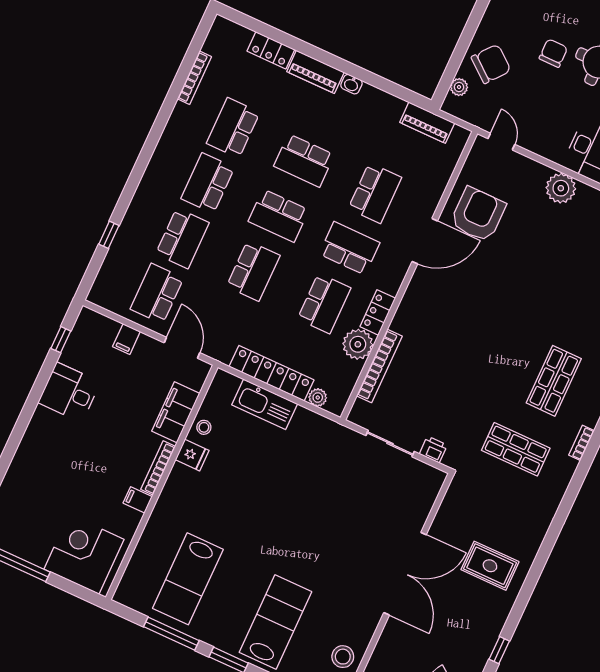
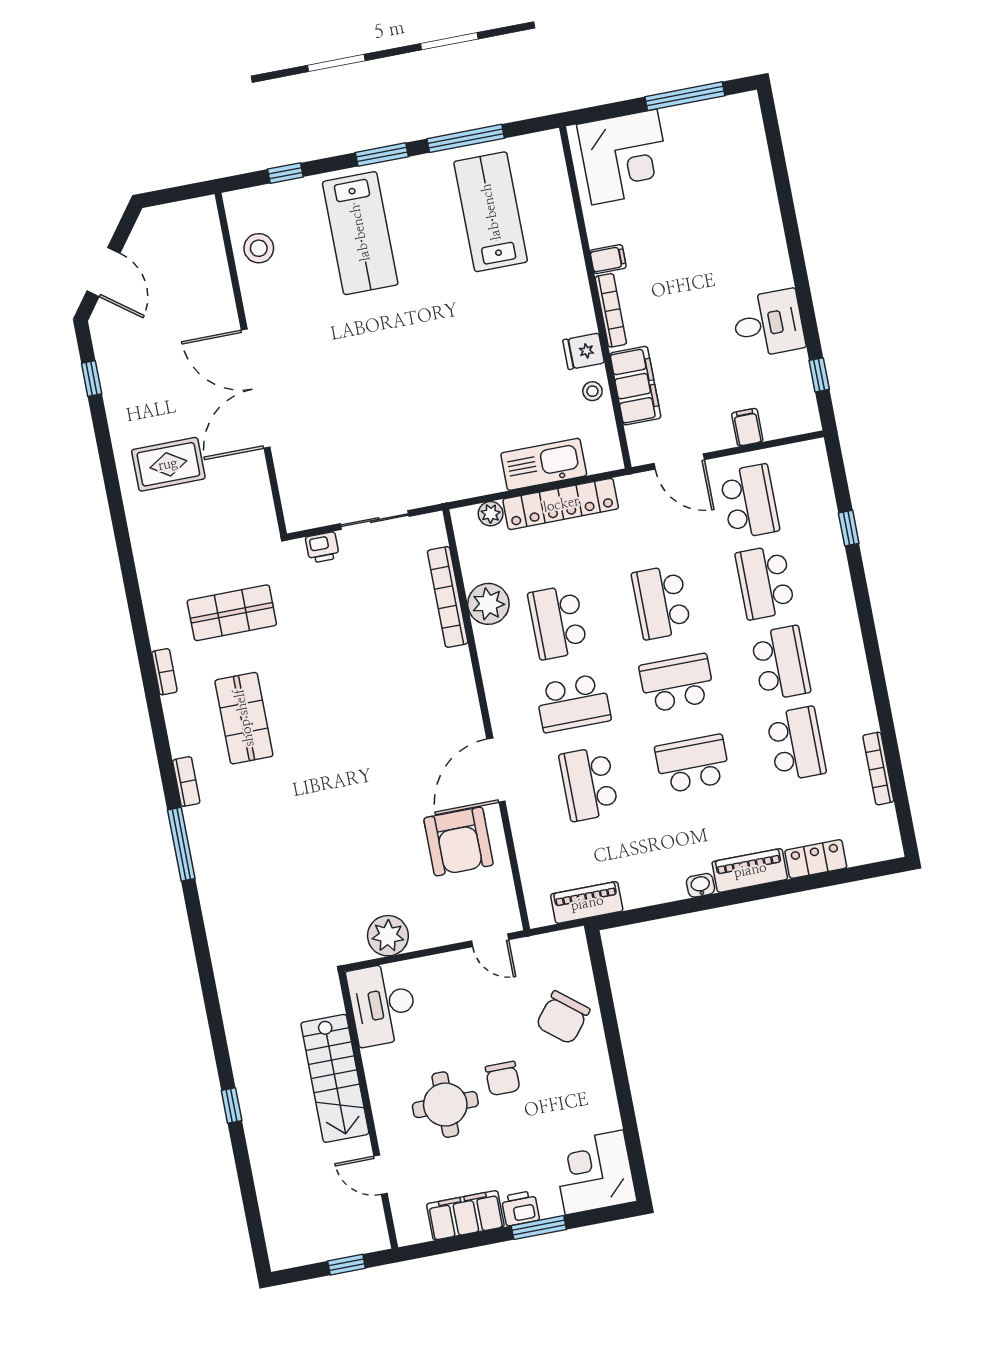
plant: (459, 87) -> (580, 967), removed
locker: (378, 312) -> (492, 655), removed

